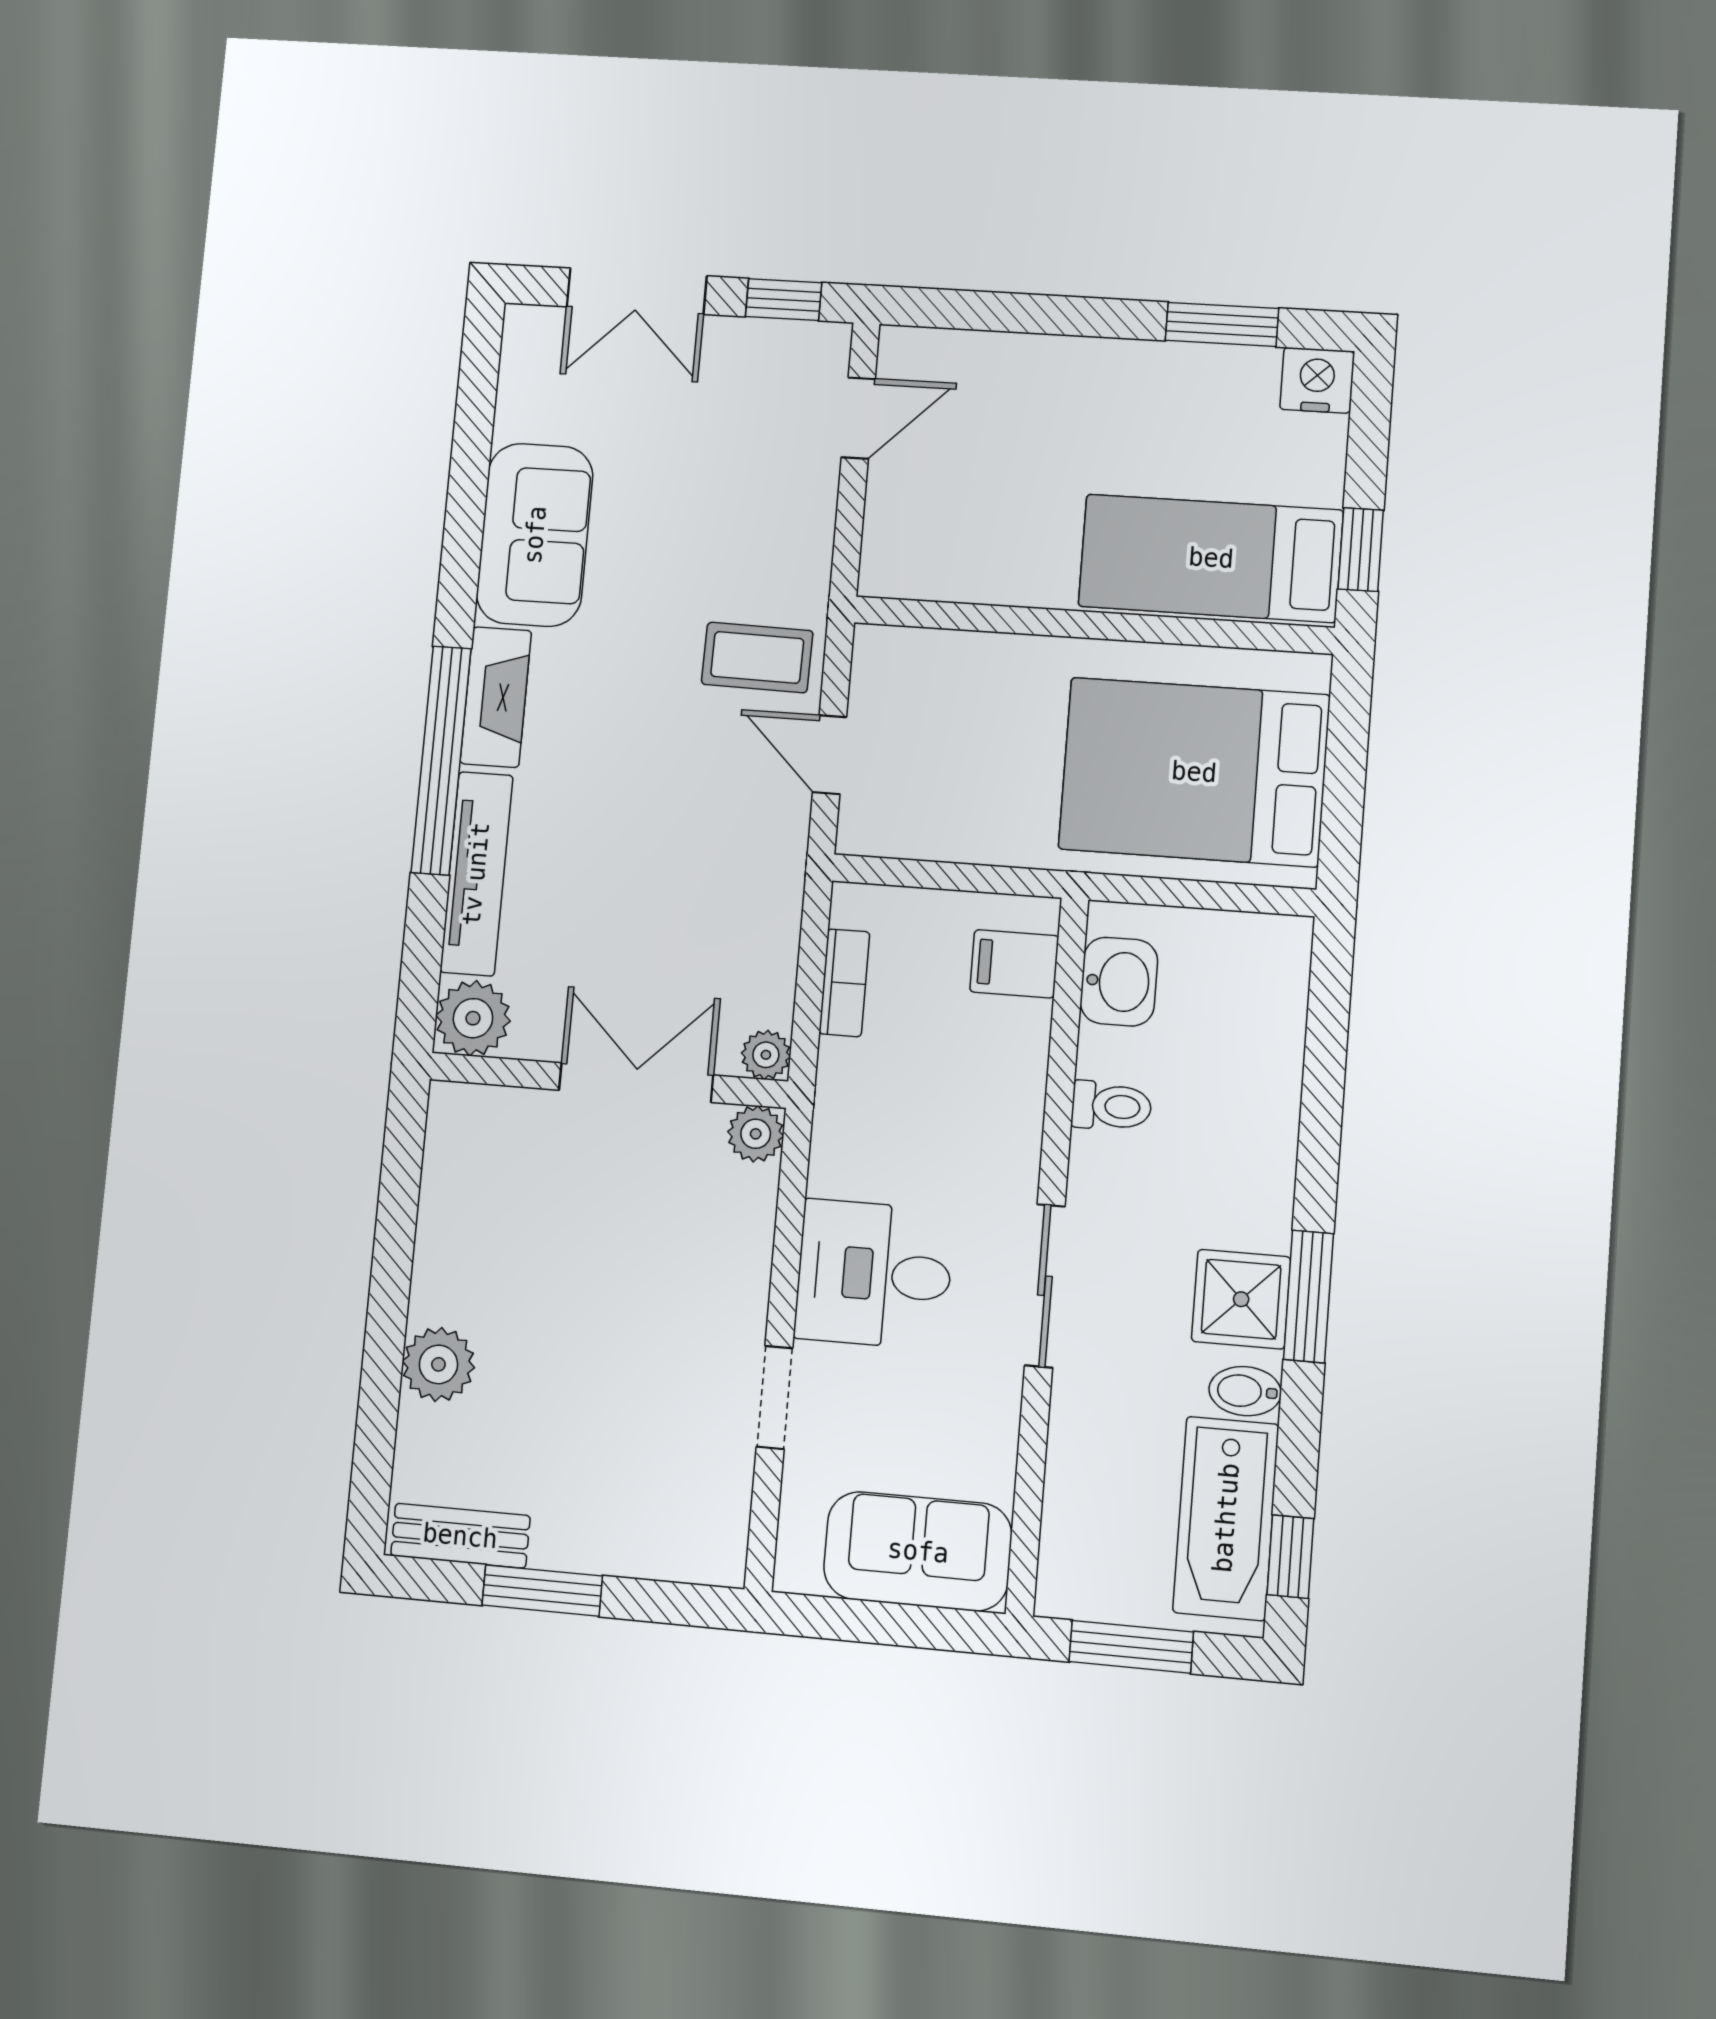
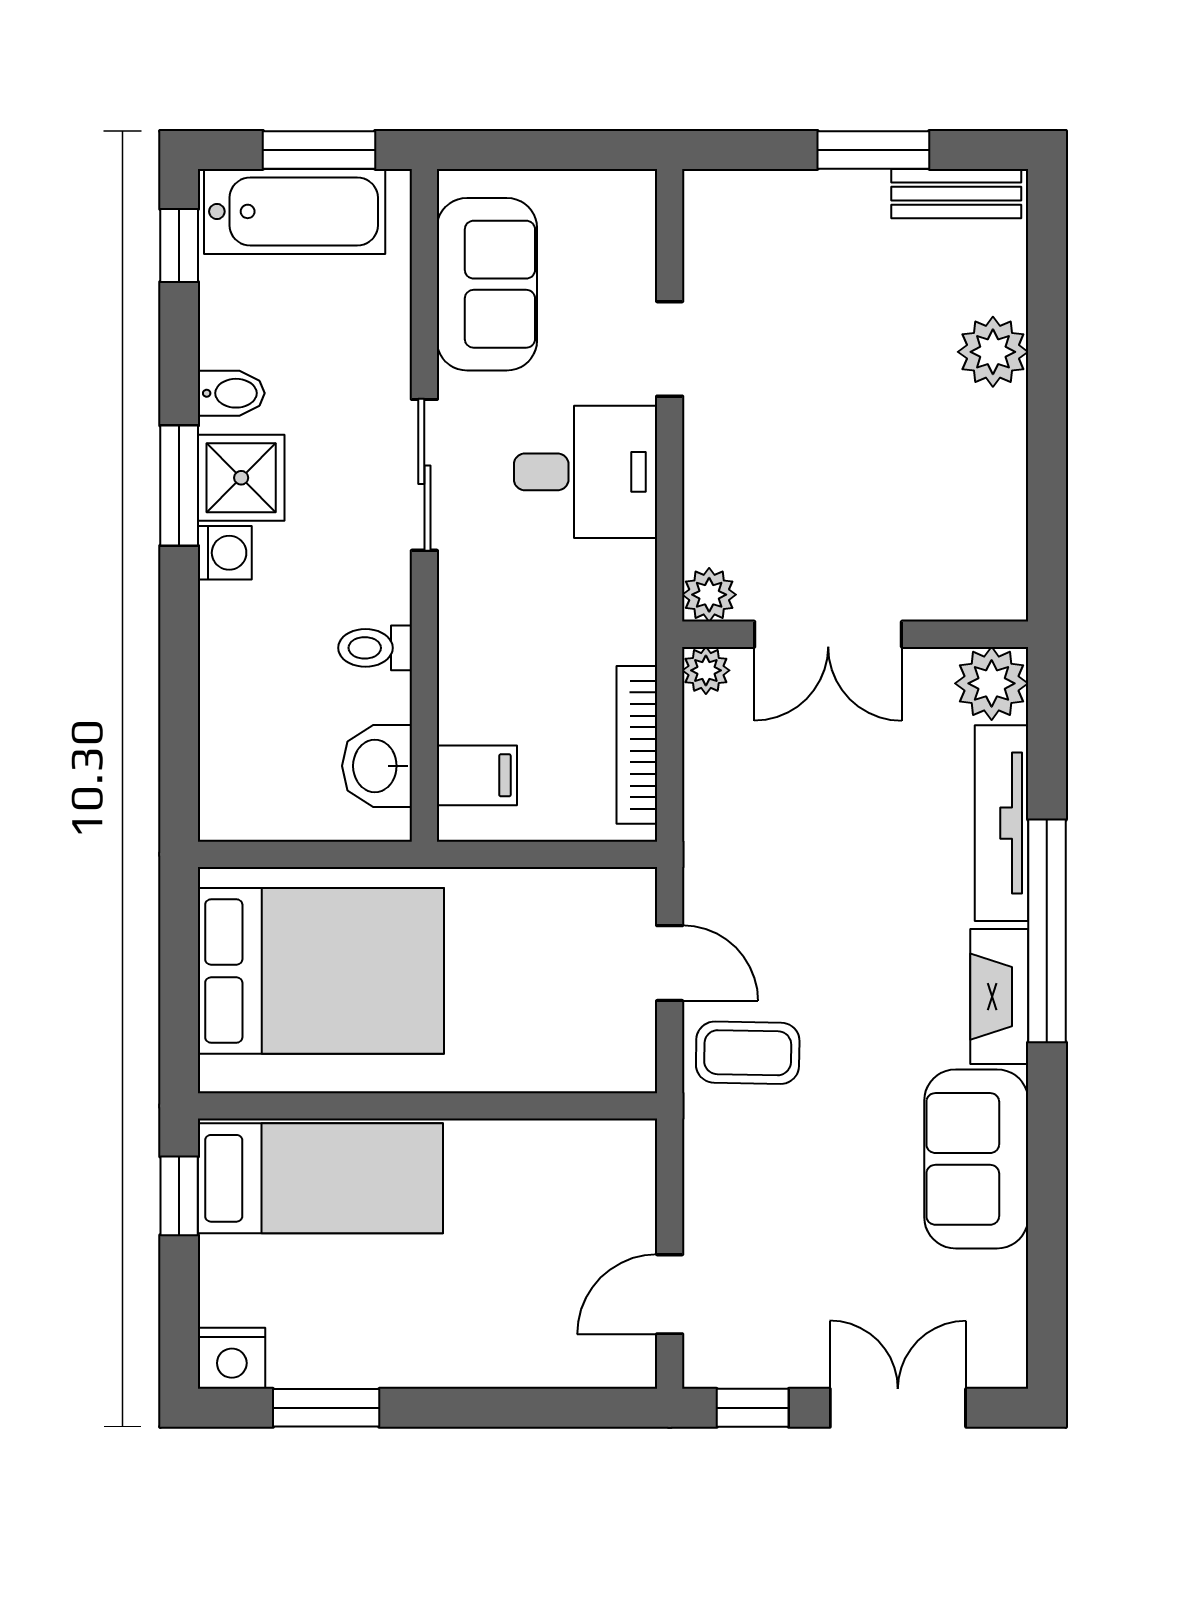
bookcase: (844, 983) -> (637, 745), width x1.56
washing machine: (1264, 1220) -> (225, 553), added
bathtub: (1226, 1518) -> (295, 211), moved, turned 90
sofa: (918, 1551) -> (487, 284), moved, turned -90

